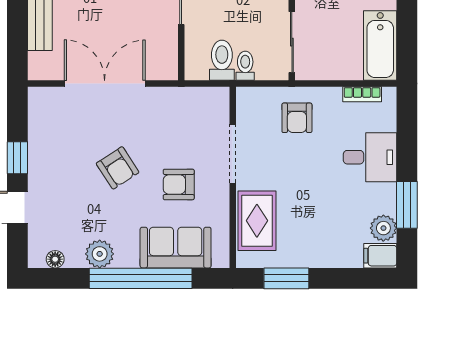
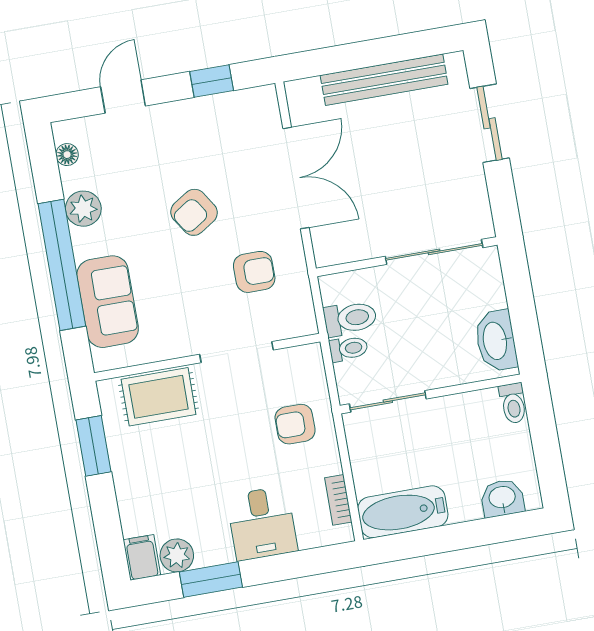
window: (17, 158) -> (212, 81), moved
armchair: (179, 184) -> (254, 272), moved, turned 90

